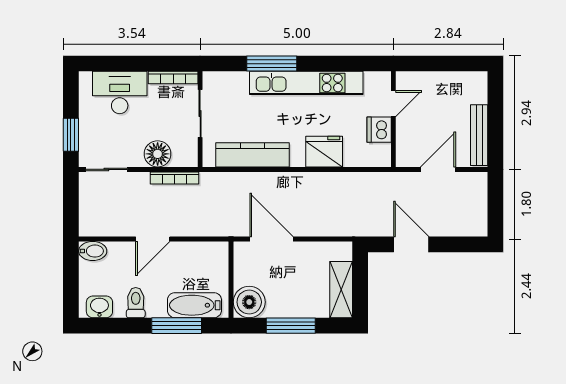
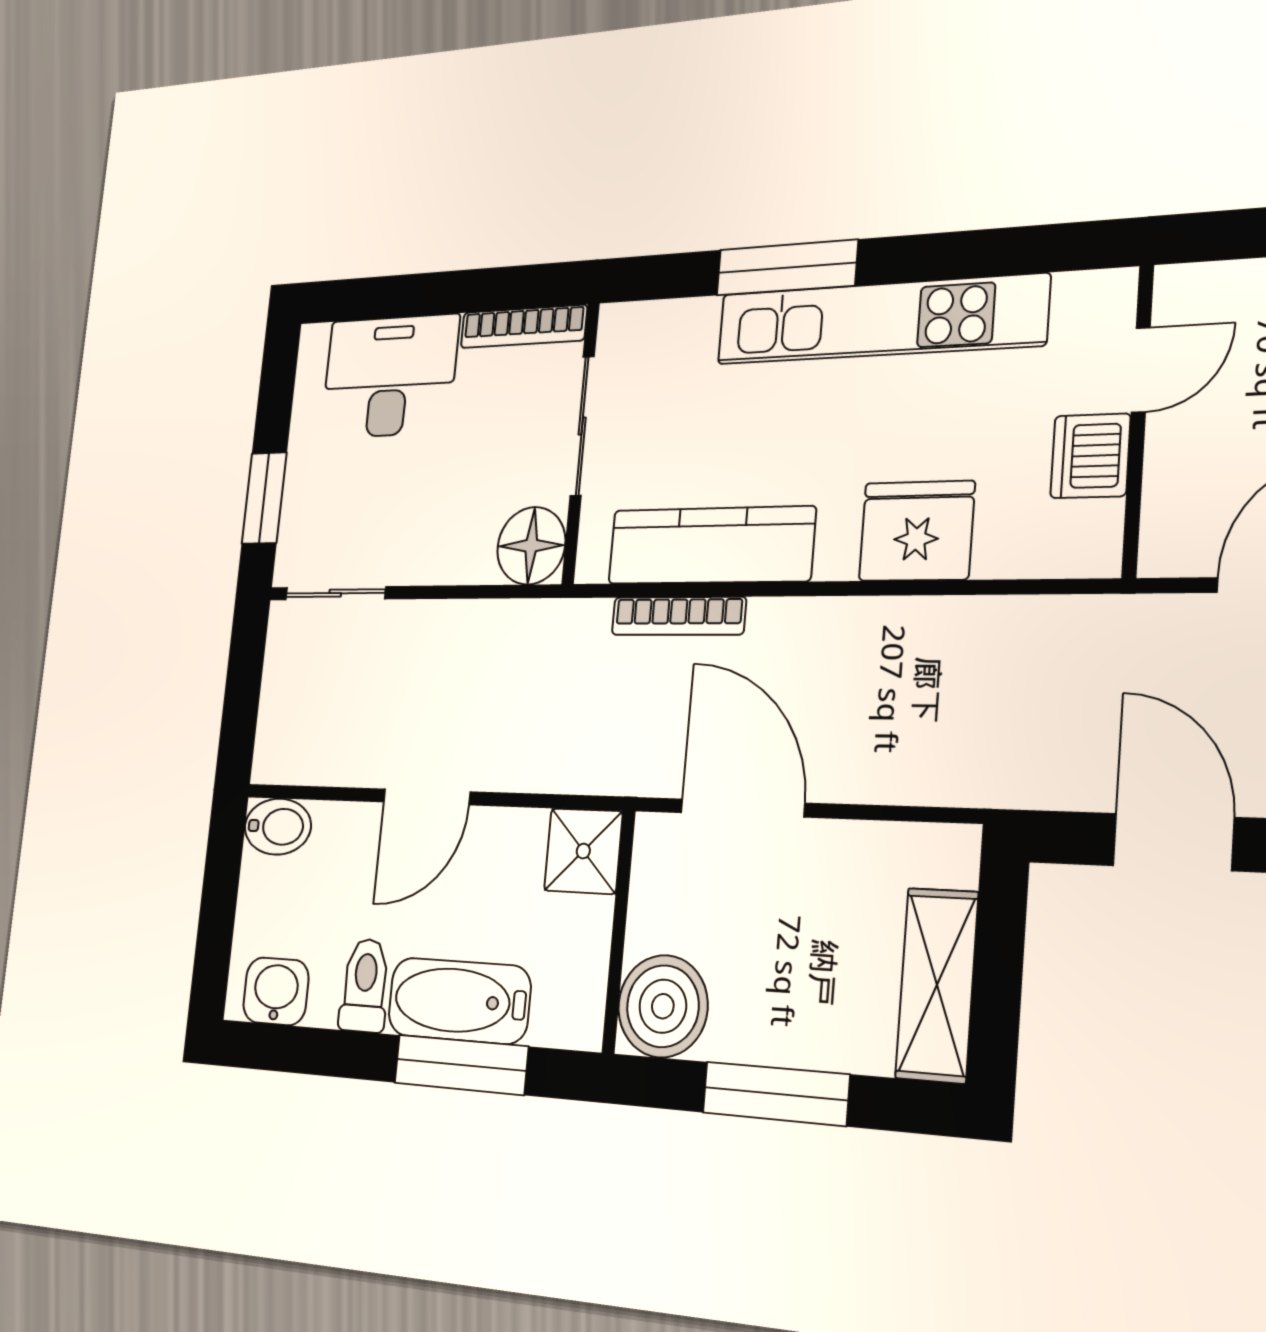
floor lamp: (158, 154) -> (531, 546), moved
bookcase: (175, 178) -> (678, 616), moved
shower: (215, 255) -> (583, 851), added
bathtub: (194, 305) -> (459, 1001), moved

